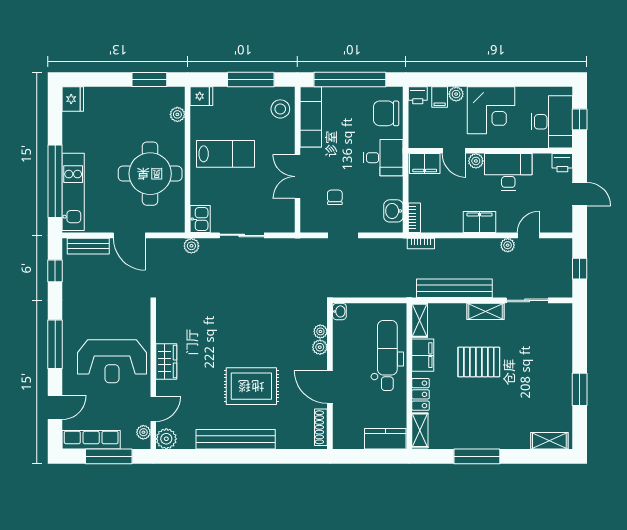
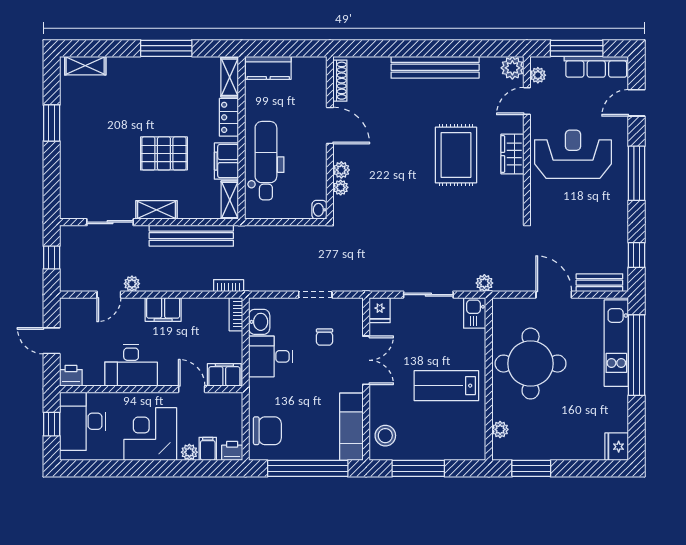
fridge: (201, 96) -> (380, 310), moved, turned -90
desk: (383, 158) -> (271, 356), moved
plant: (476, 161) -> (167, 378), removed
dental chair: (387, 355) -> (266, 161), turned 180
rug: (251, 386) -> (456, 155), moved, turned 90

